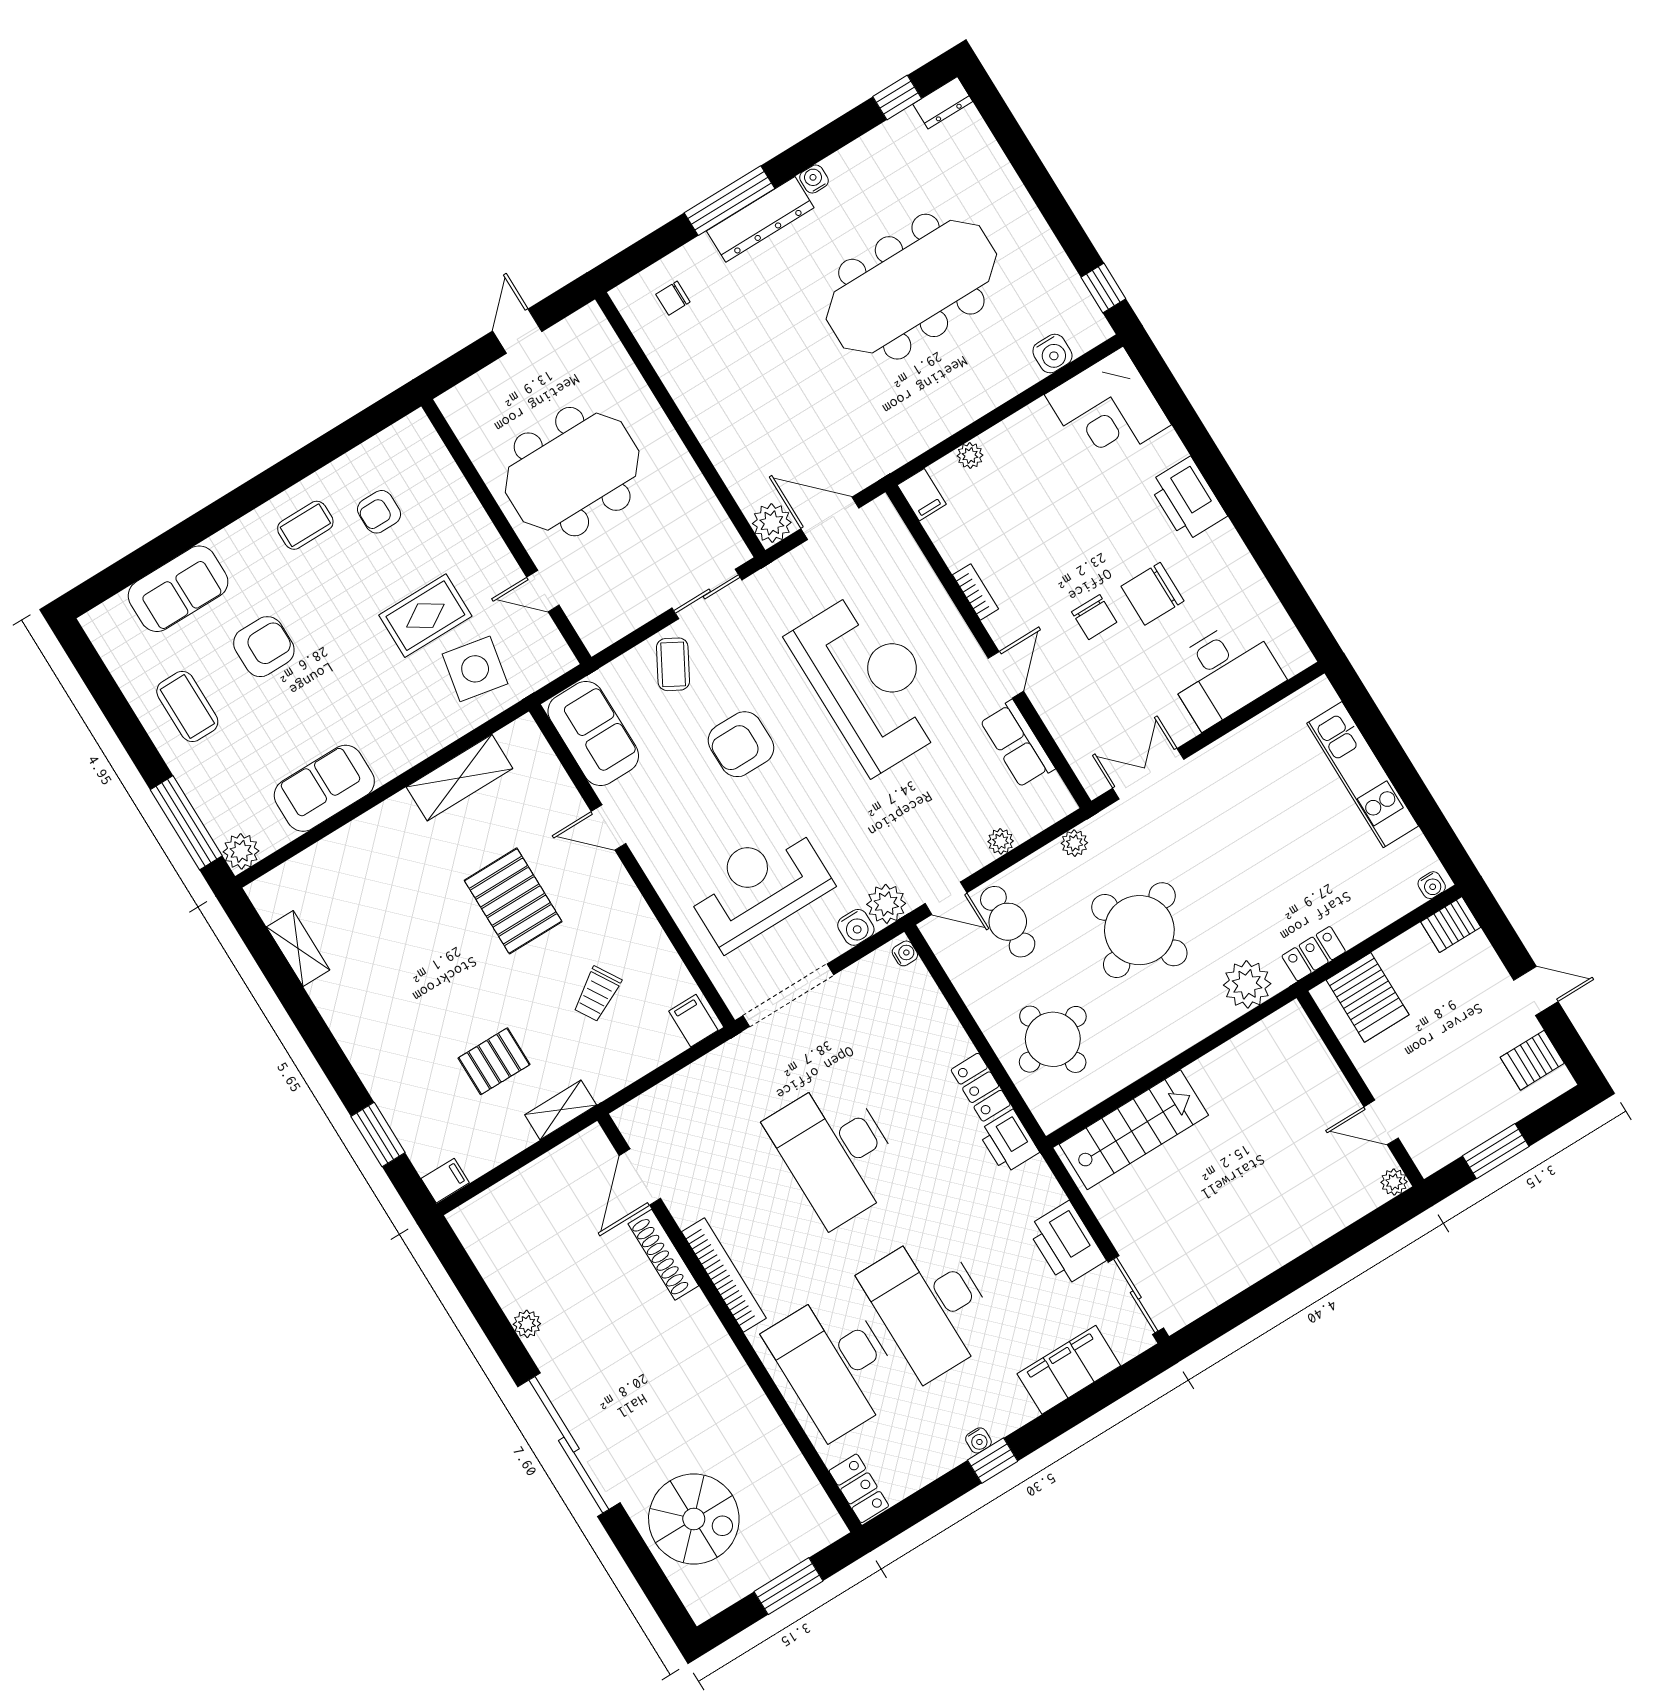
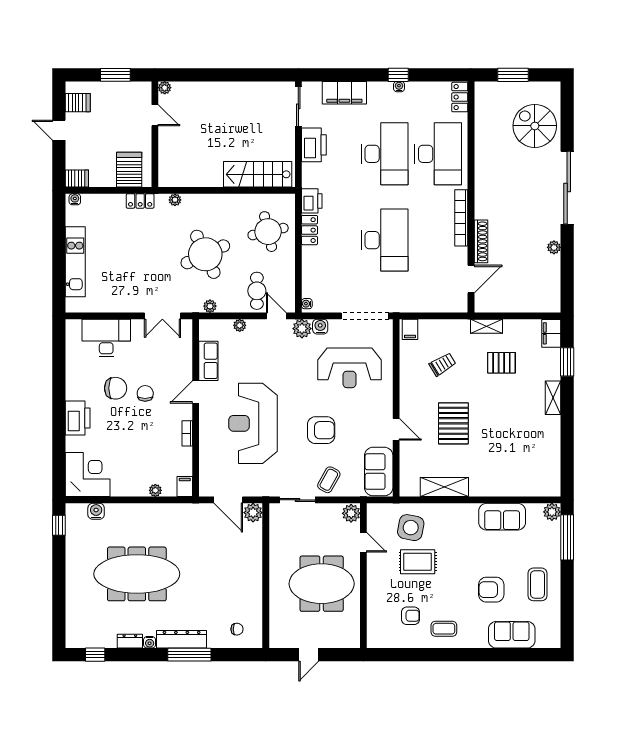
dresser: (943, 103) -> (130, 641), moved
plant: (597, 629) -> (351, 513), added
shelving: (298, 948) -> (553, 398), moved
plant: (1247, 984) -> (175, 200), width x0.53, depth x0.53
filing cabinet: (445, 1181) -> (551, 333), width x2.00

